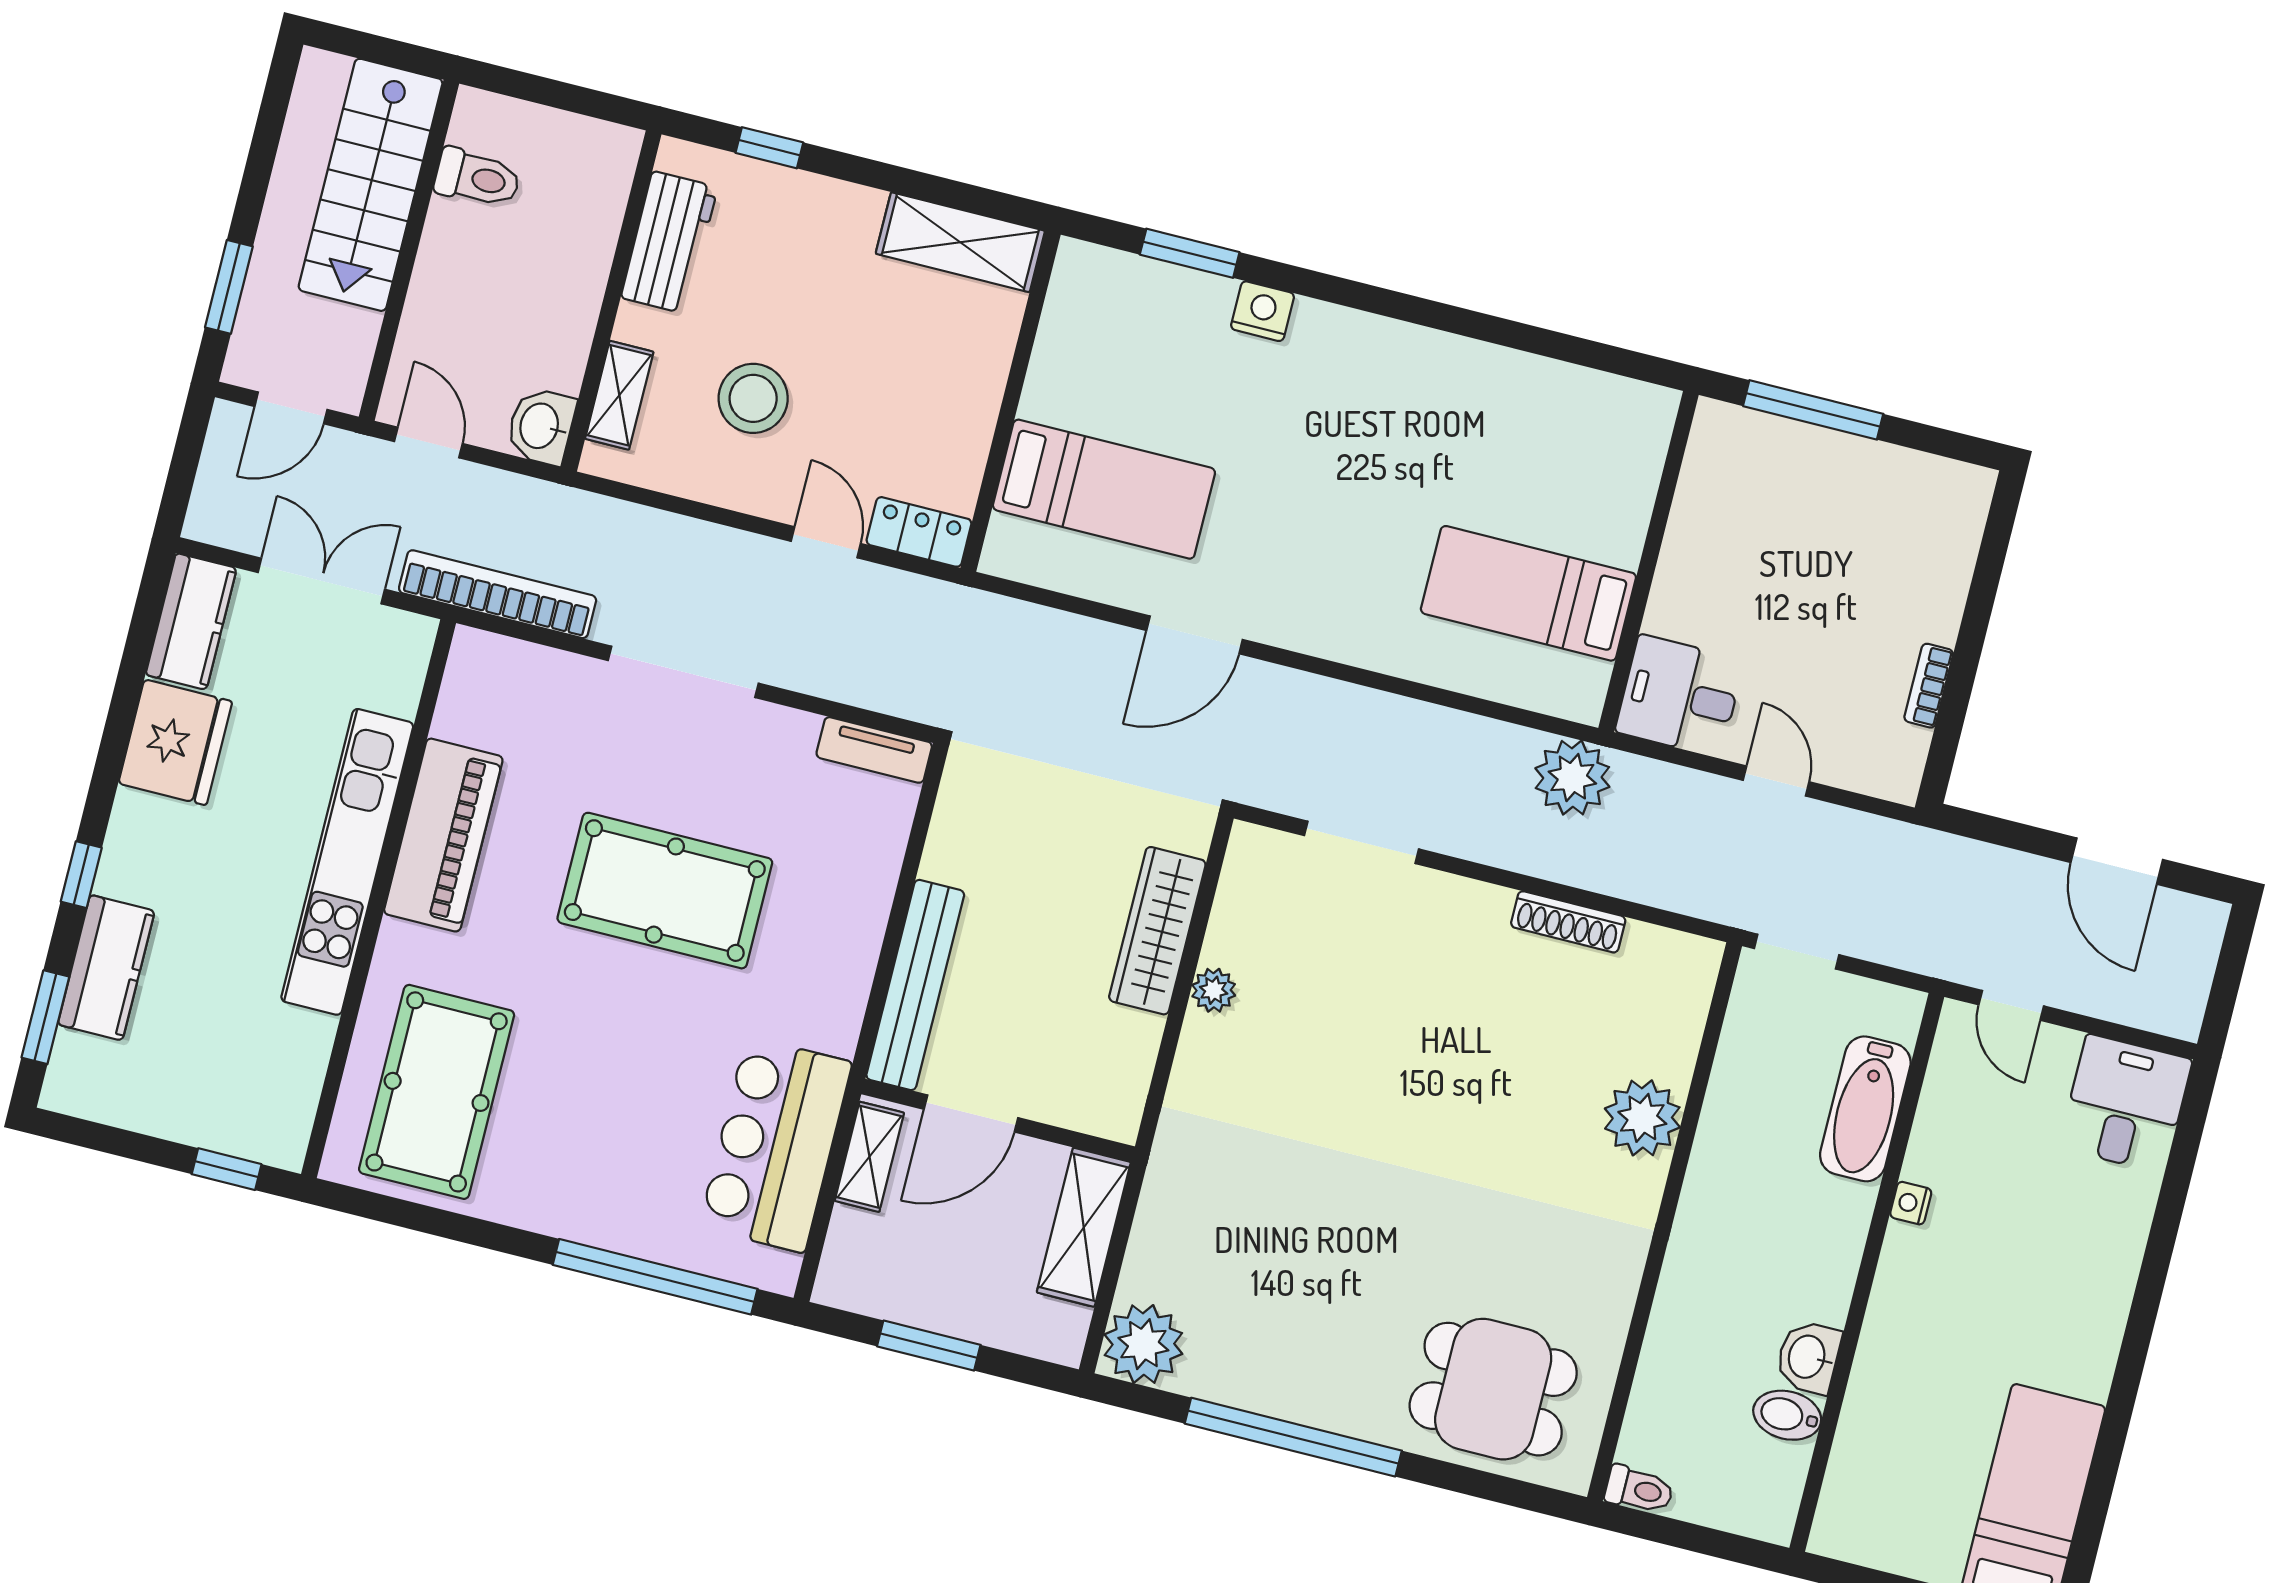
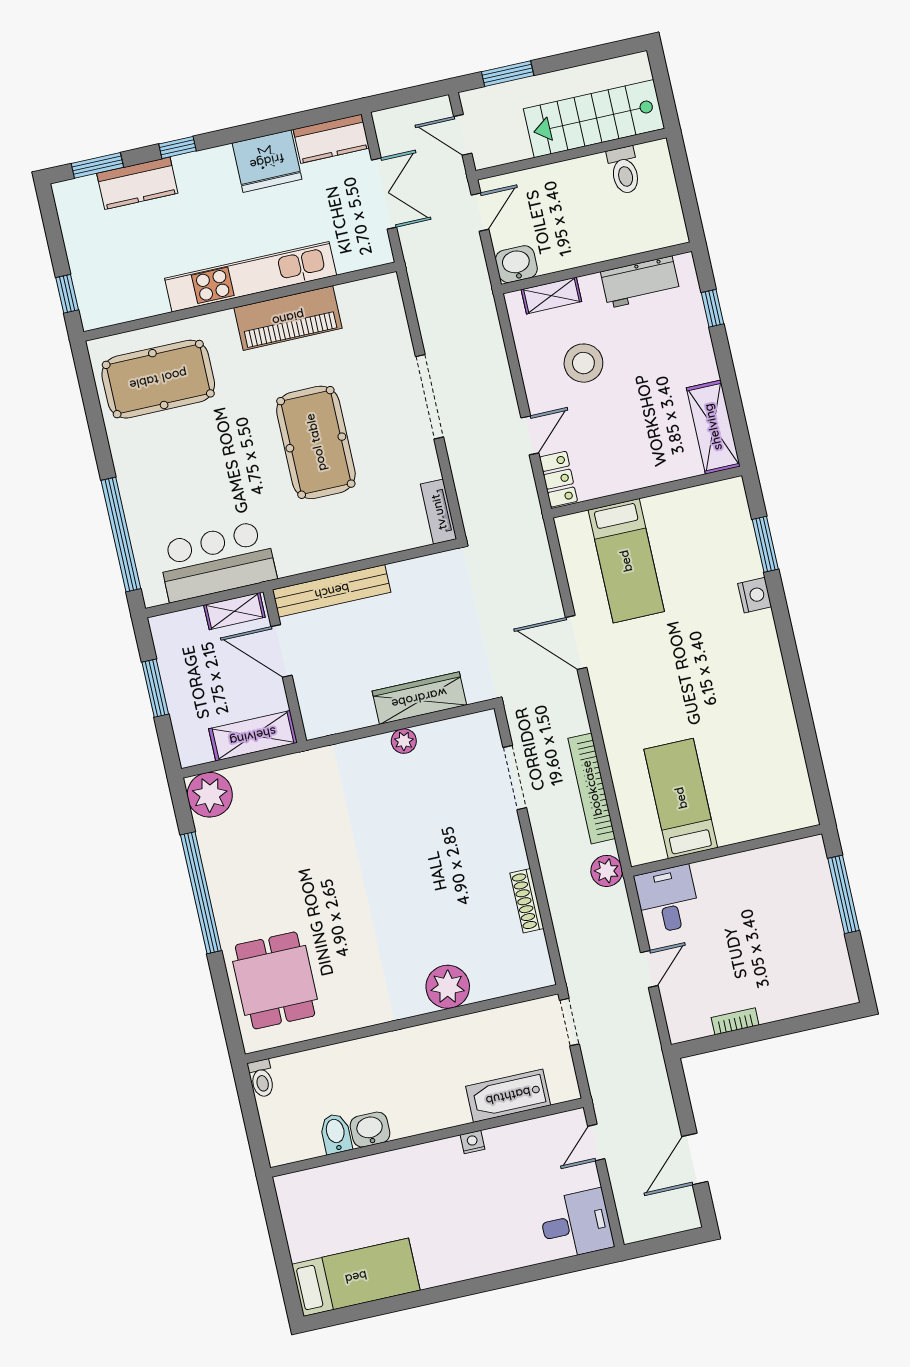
bookcase: (498, 594) -> (592, 788), moved, turned 180
plant: (1572, 778) -> (607, 871), width x0.73, depth x0.73

